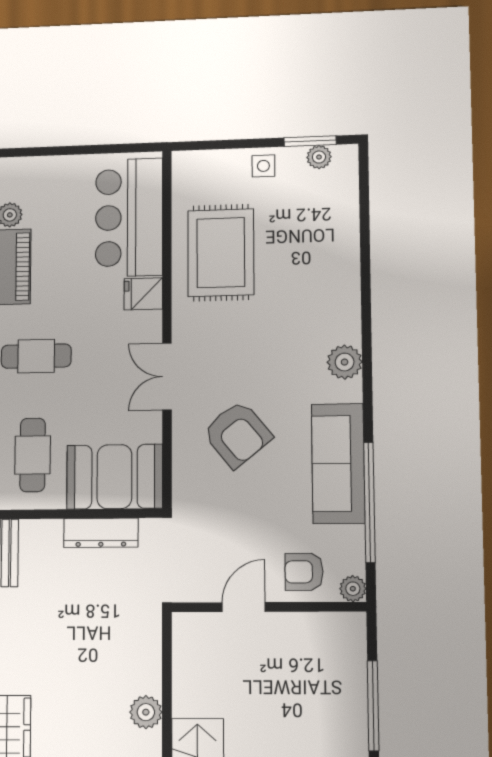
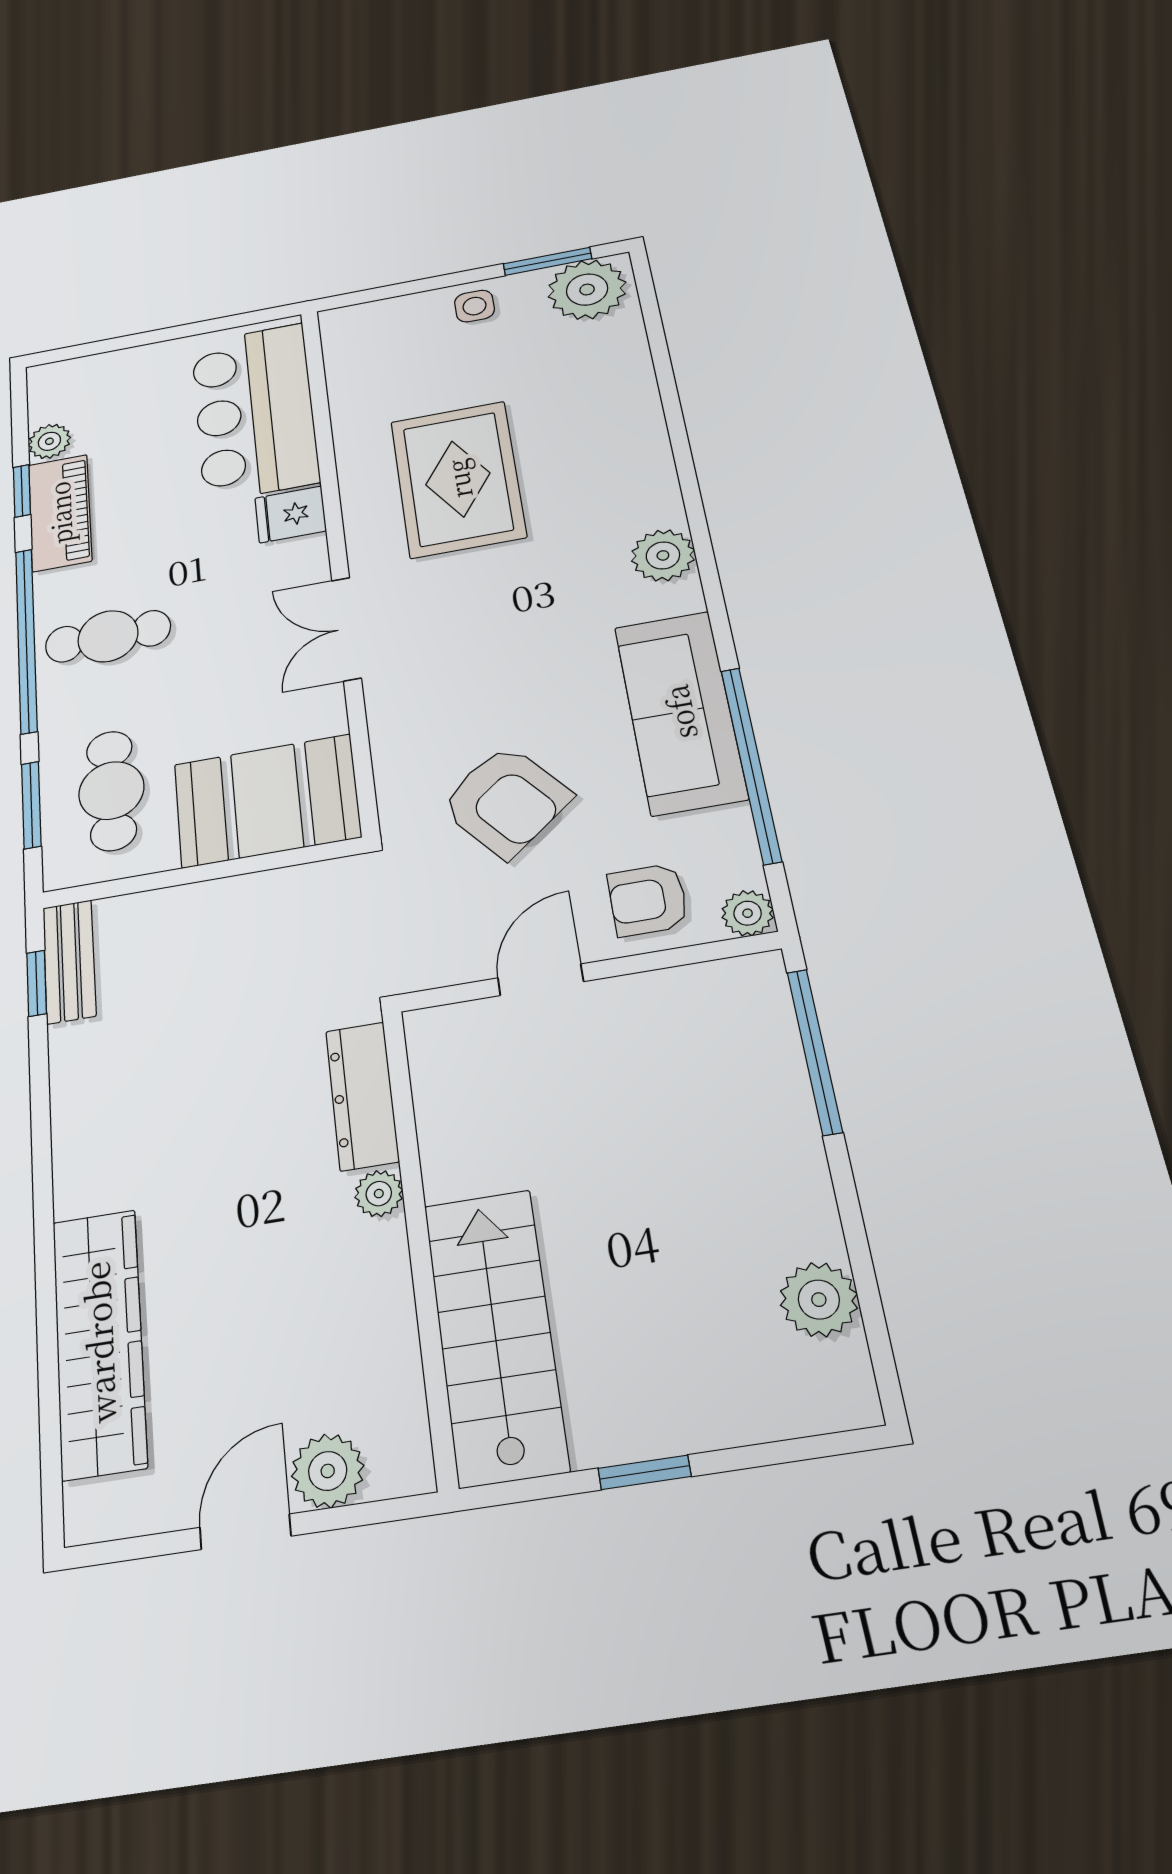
plant: (319, 157) -> (587, 290), width x1.88, depth x1.88
rug: (221, 253) -> (458, 479), moved
armchair: (237, 434) -> (506, 801), moved
dresser: (101, 533) -> (362, 1096), moved, turned 90
window: (373, 706) -> (815, 1051), moved
plant: (146, 712) -> (379, 1194), width x0.73, depth x0.73

